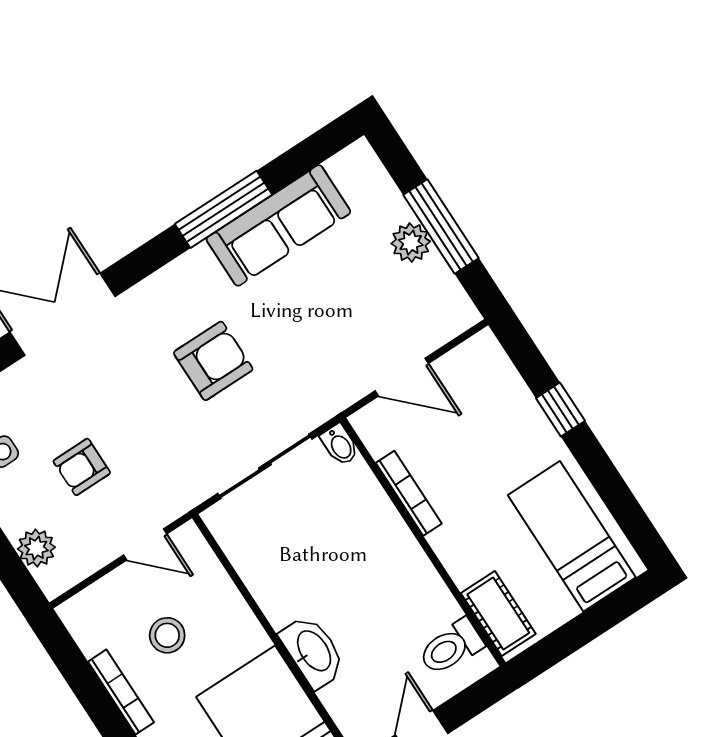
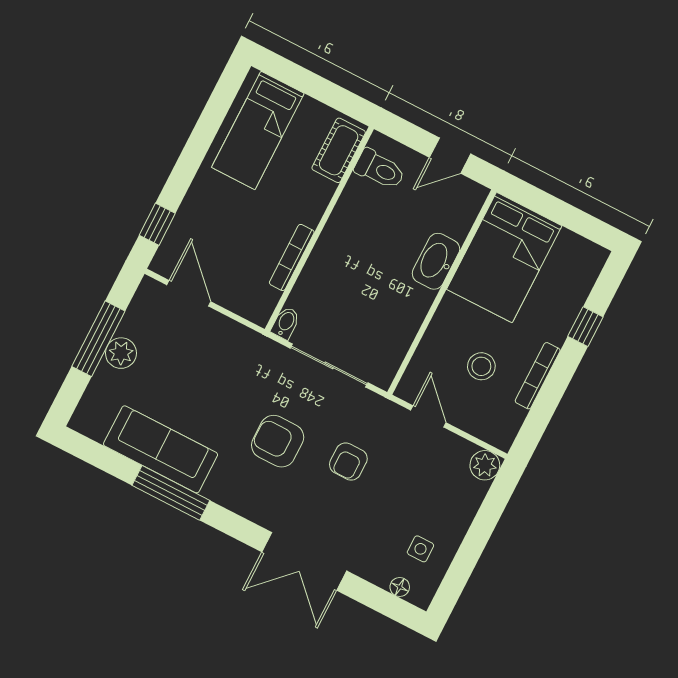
door: (402, 377) -> (189, 293), moved
window: (560, 410) -> (157, 224), moved
armchair: (82, 467) -> (348, 462), moved, turned 90
plant: (36, 548) -> (485, 465), moved

